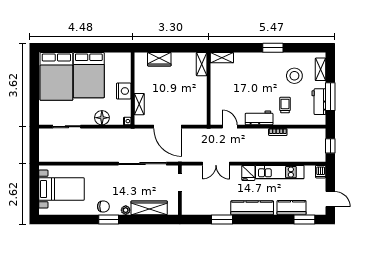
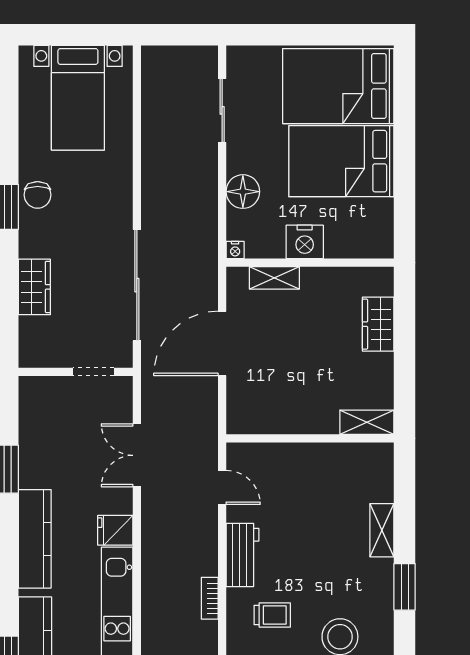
shelving: (222, 58) -> (382, 530), moved
door: (230, 127) -> (222, 487), hinge flipped
wardrobe: (149, 208) -> (34, 287), width x0.67
plant: (126, 210) -> (29, 246), removed

